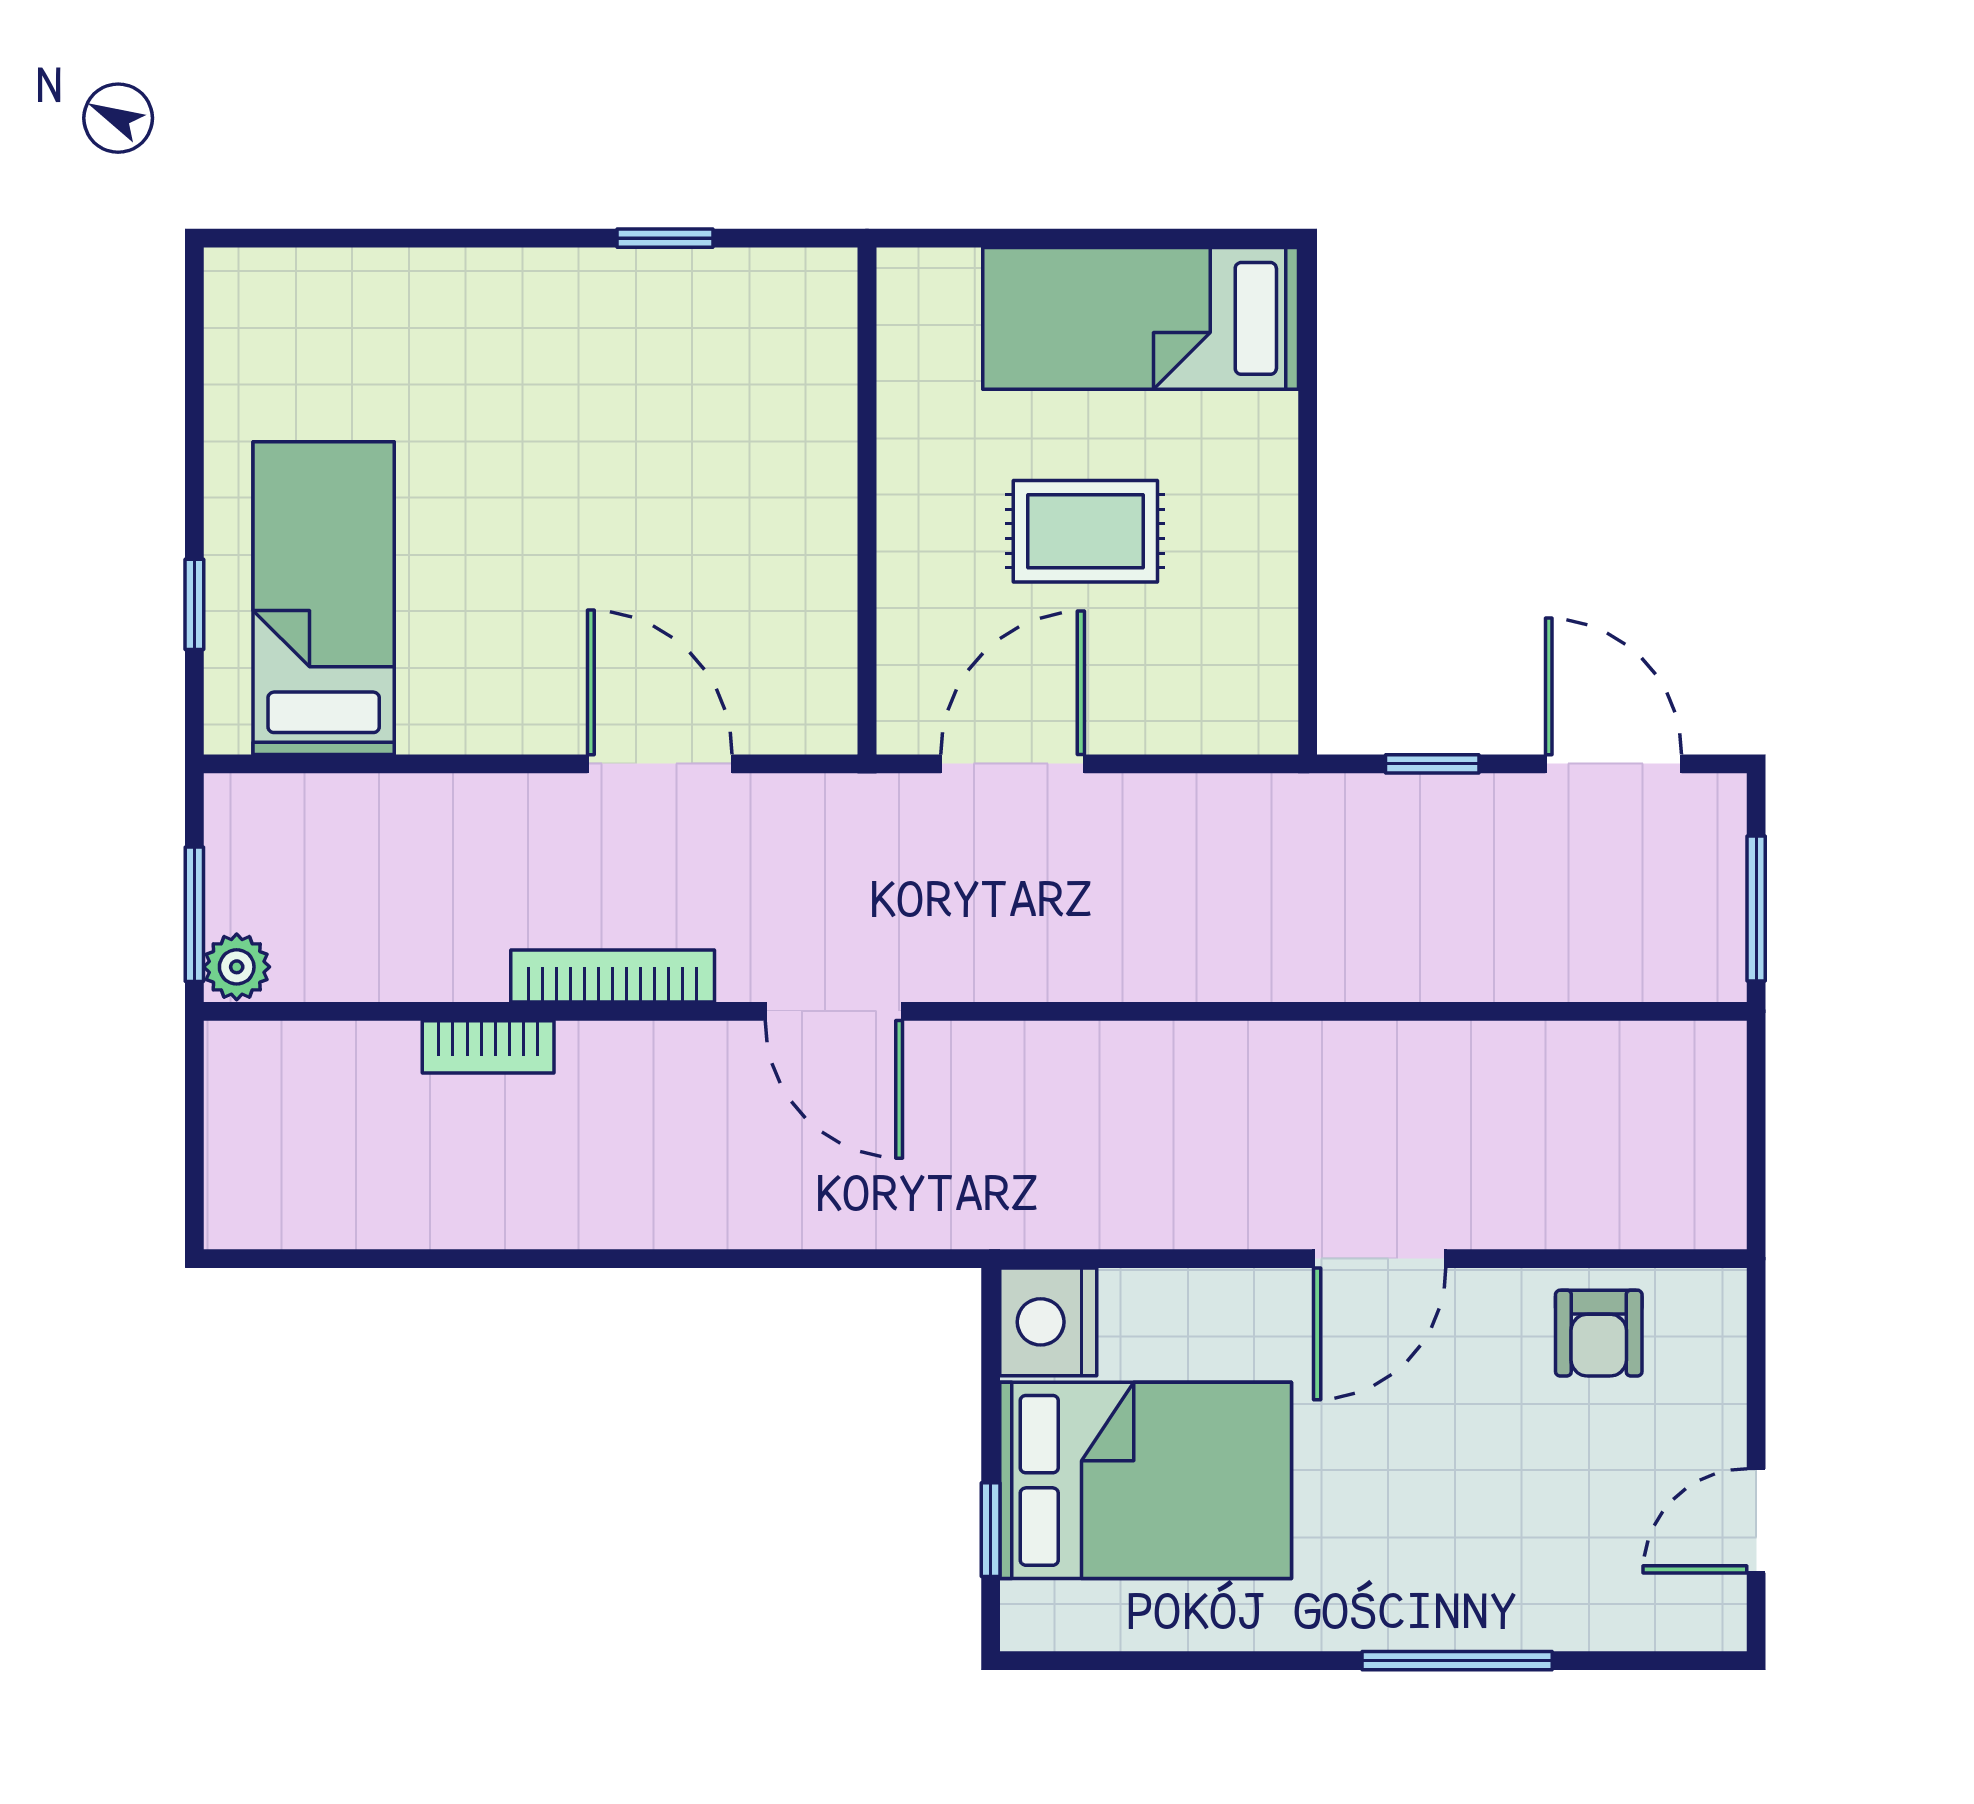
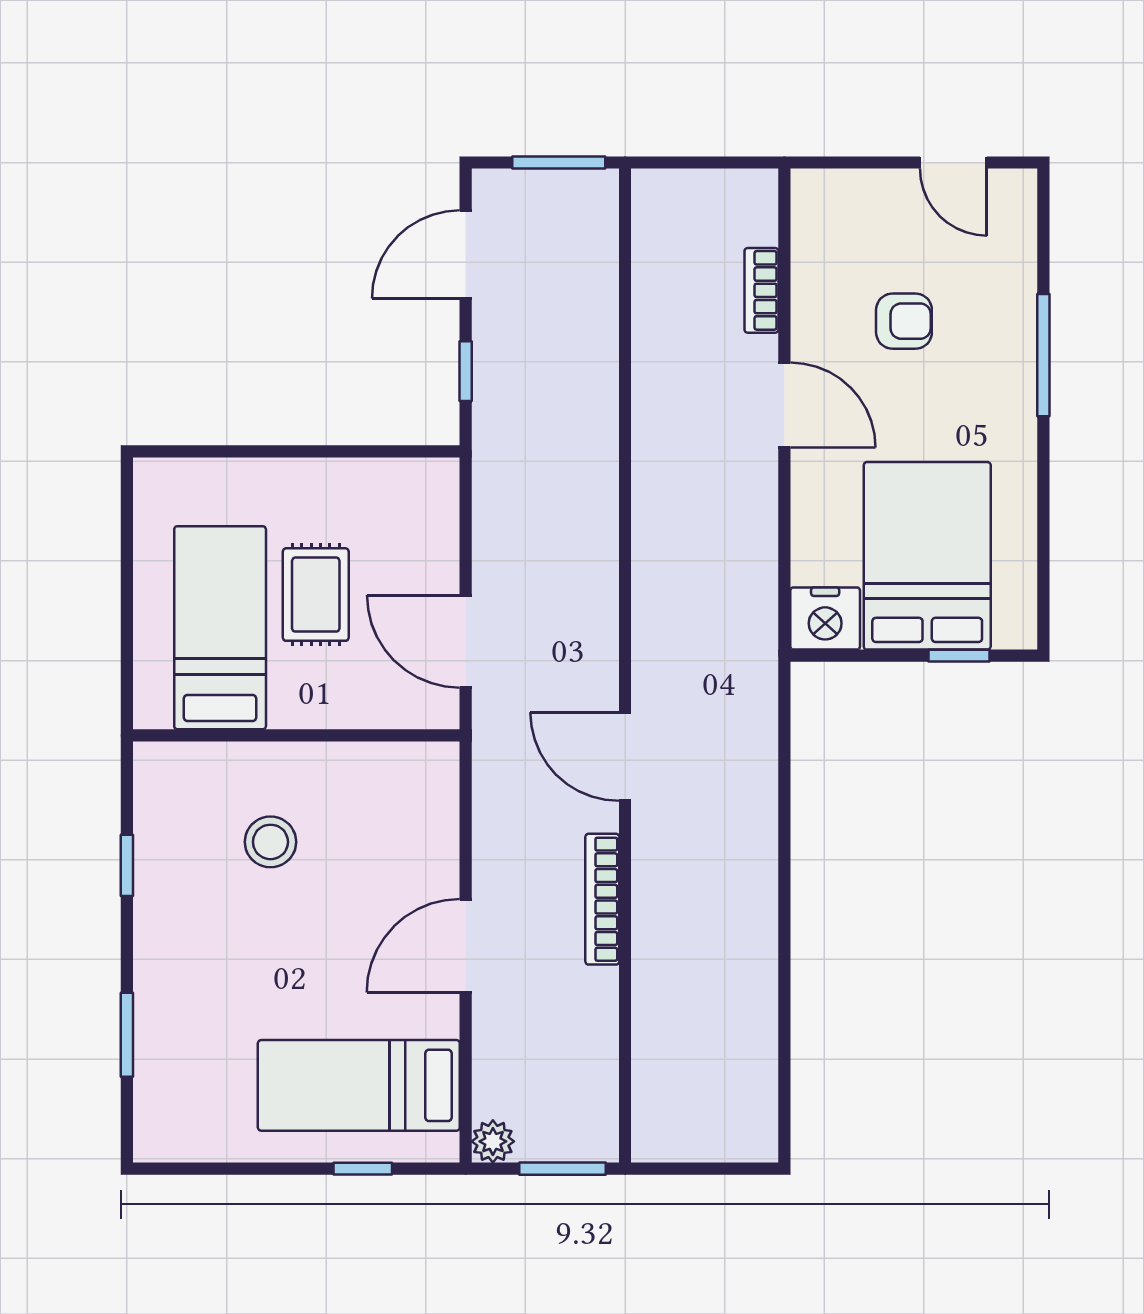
window: (402, 238) -> (127, 1035), added
bed: (1141, 318) -> (220, 628), moved, turned 180
stool: (701, 461) -> (270, 842), added
door: (660, 764) -> (466, 946), moved
plant: (237, 967) -> (493, 1141), moved
door: (834, 1011) -> (625, 757), swing flipped
bookcase: (488, 1047) -> (761, 290), moved, turned 180
armchair: (1599, 1333) -> (904, 321), moved

